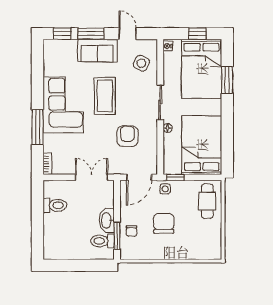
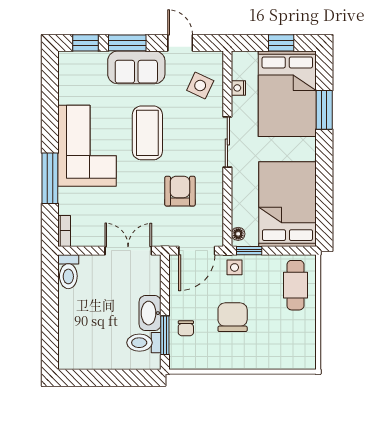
nightstand: (168, 46) -> (238, 88), moved
floor lamp: (168, 128) -> (238, 234), moved
toilet: (55, 205) -> (68, 272), moved, turned 90

